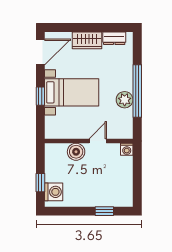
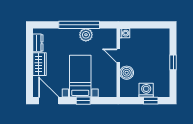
washing machine: (54, 192) -> (146, 90), moved
window: (104, 211) -> (173, 62), moved

